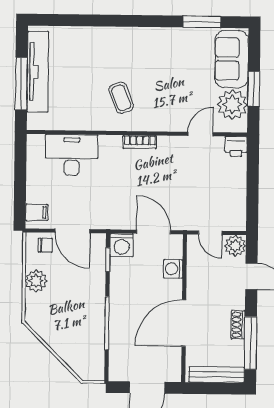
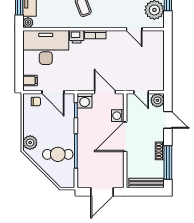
plant: (35, 122) -> (28, 23), added
door: (200, 134) -> (134, 29), swing flipped
printer: (236, 146) -> (77, 37), moved
desk: (72, 155) -> (46, 47), width x1.36, depth x1.30
plant: (36, 281) -> (30, 143), moved
door: (184, 323) -> (125, 137), moved
cafe table: (79, 328) -> (58, 154), added

